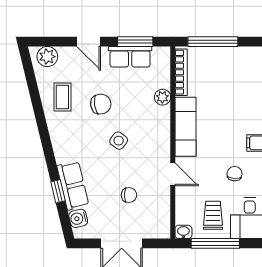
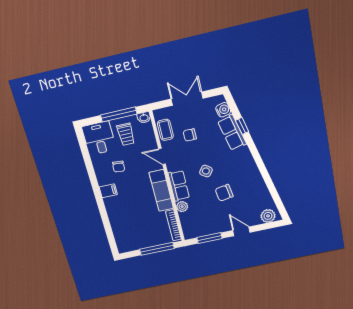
row of seats: (130, 57) -> (179, 186), moved, turned 90
coffee table: (62, 97) -> (165, 130), moved

